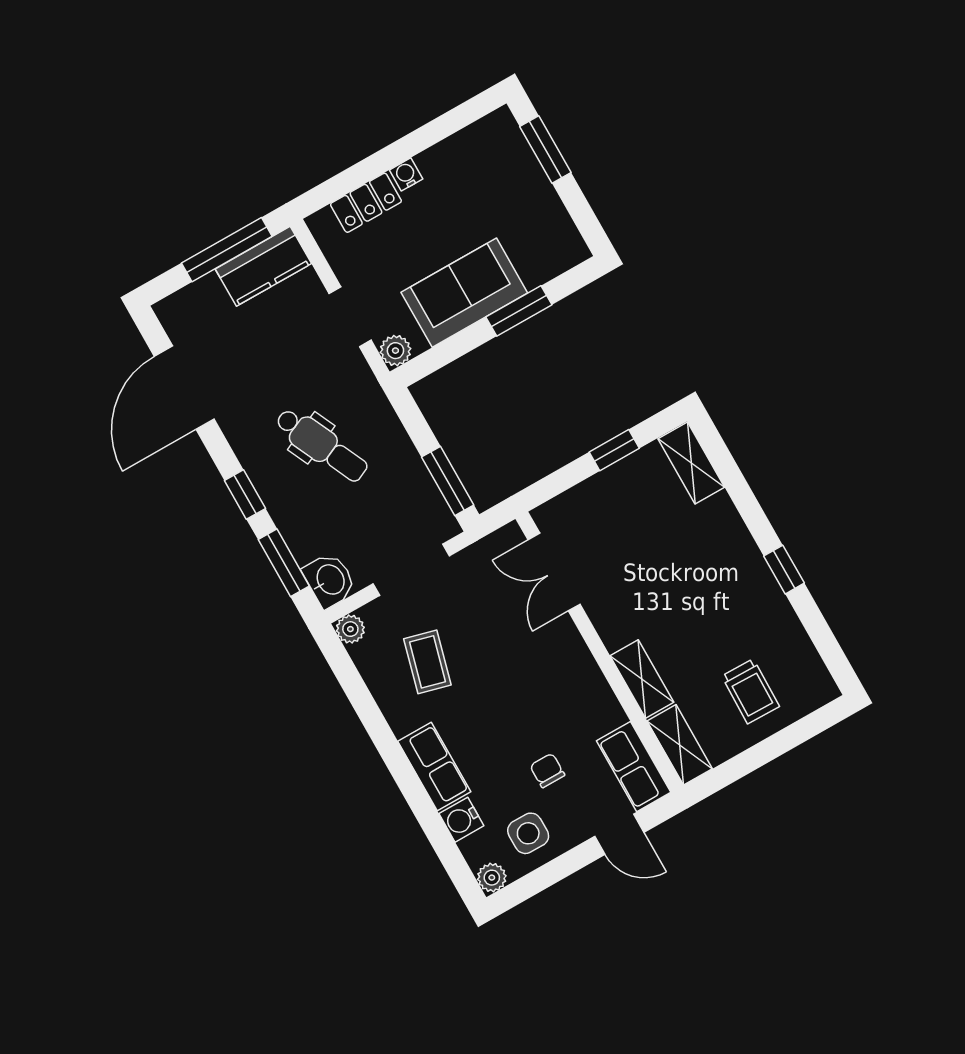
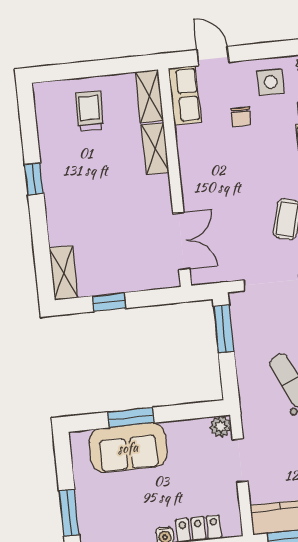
sofa: (464, 293) -> (128, 448), moved

